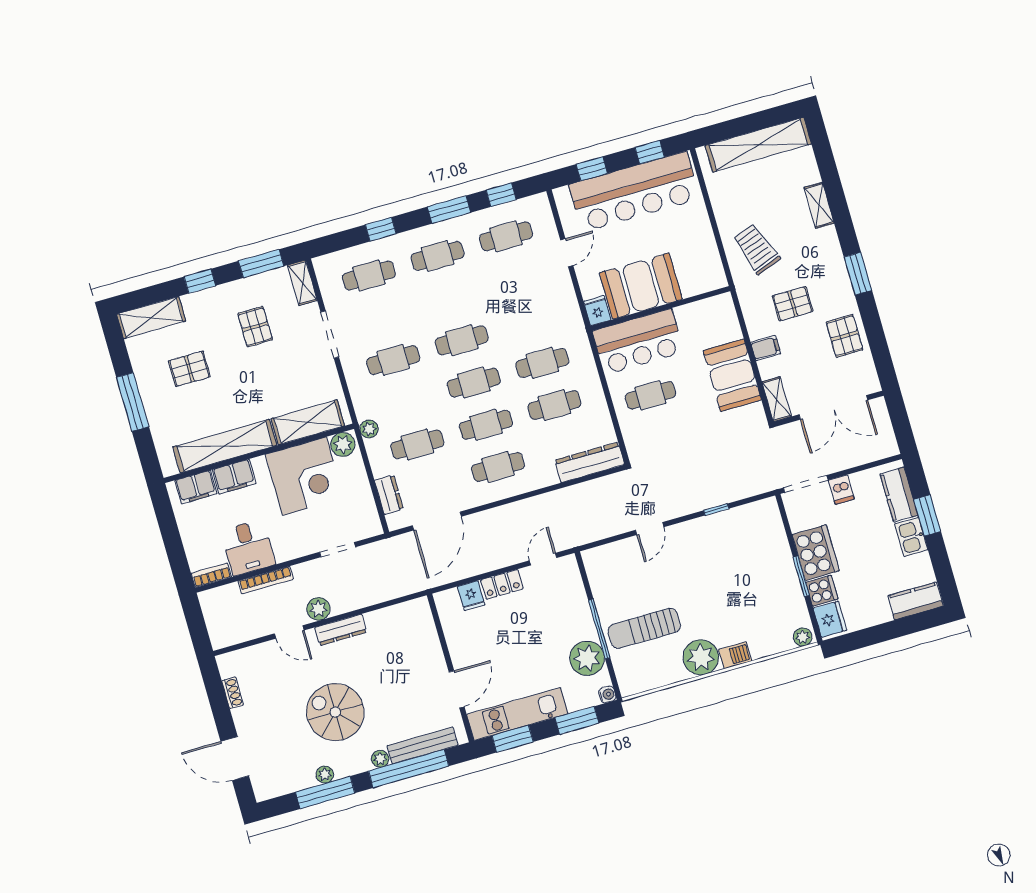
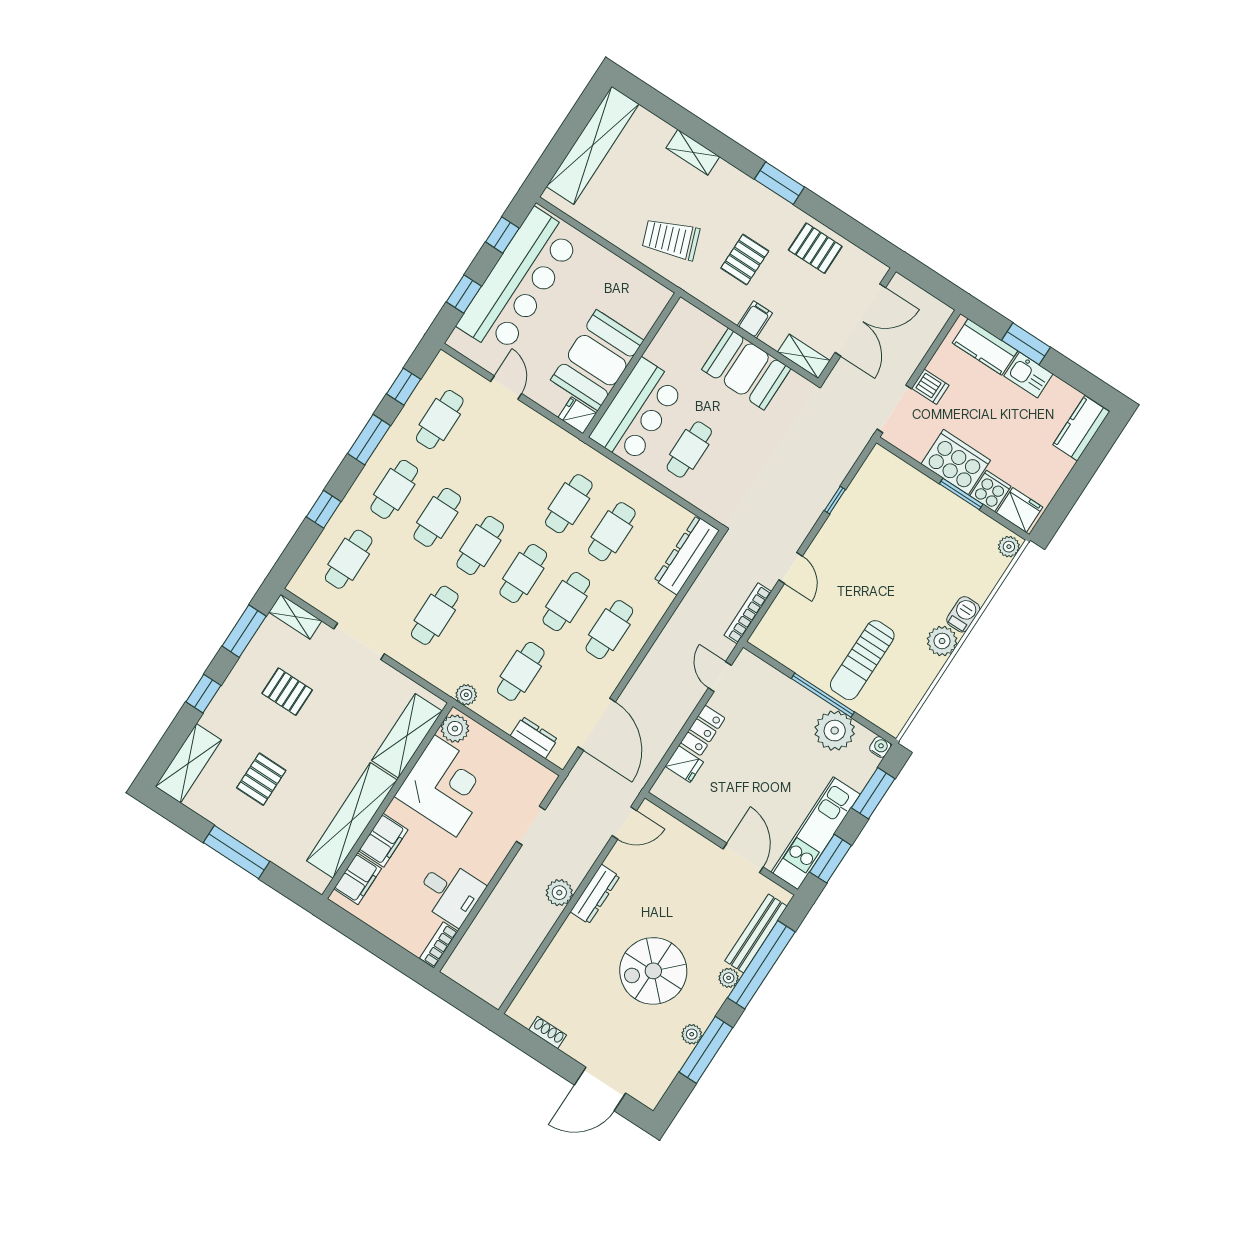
cafe table: (450, 298) -> (437, 517), added
bookcase: (266, 580) -> (748, 613), moved, turned 180
door: (289, 632) -> (624, 823), moved
plant: (701, 657) -> (942, 641), width x0.73, depth x0.73

